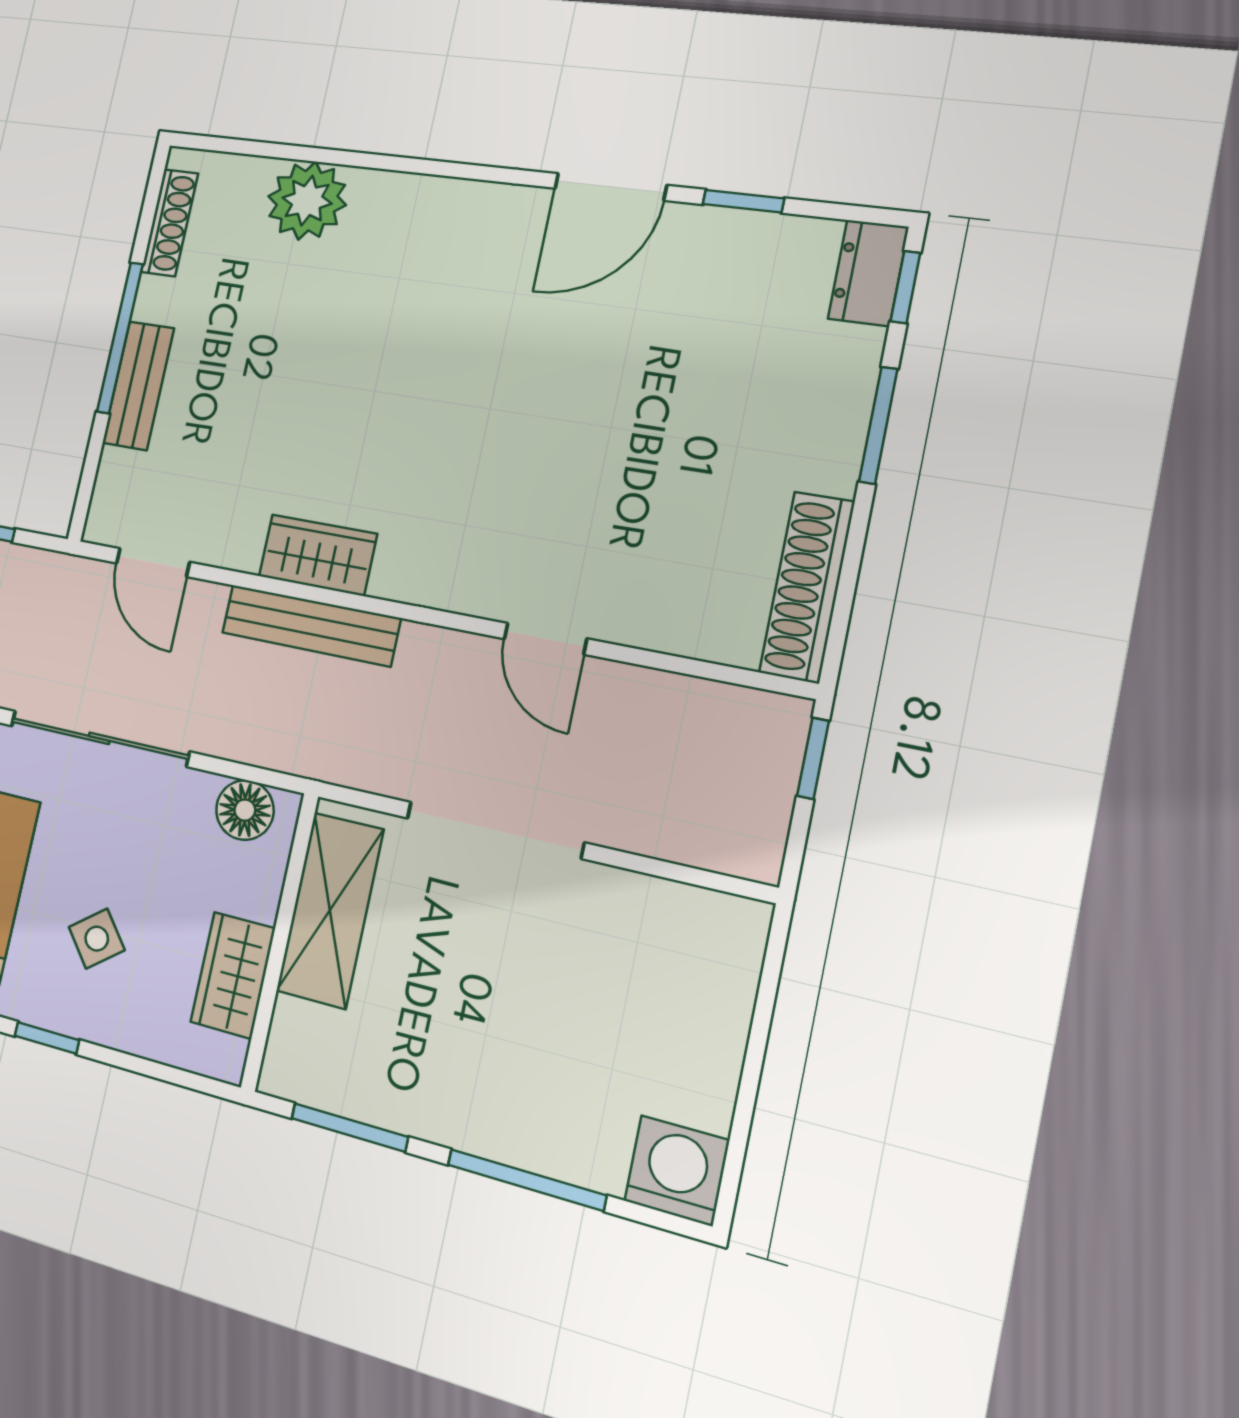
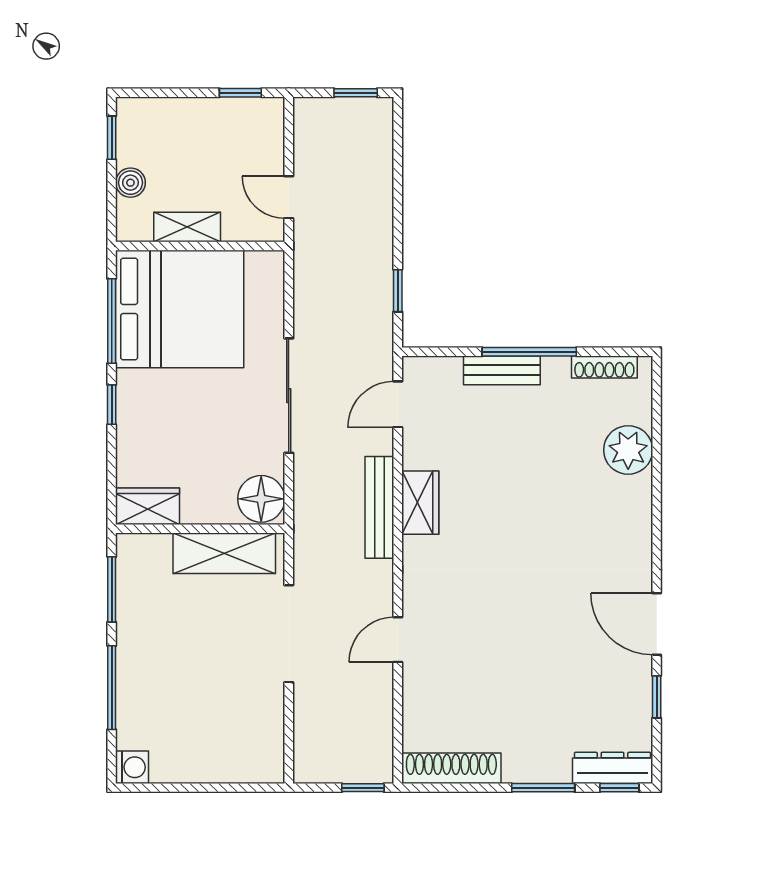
dresser: (868, 273) -> (613, 768), width x1.44
floor lamp: (245, 810) -> (261, 499), width x1.38, depth x1.38
side table: (97, 939) -> (175, 421), removed
wardrobe: (233, 975) -> (148, 506), moved
washing machine: (677, 1170) -> (132, 767), width x0.73, depth x0.73

